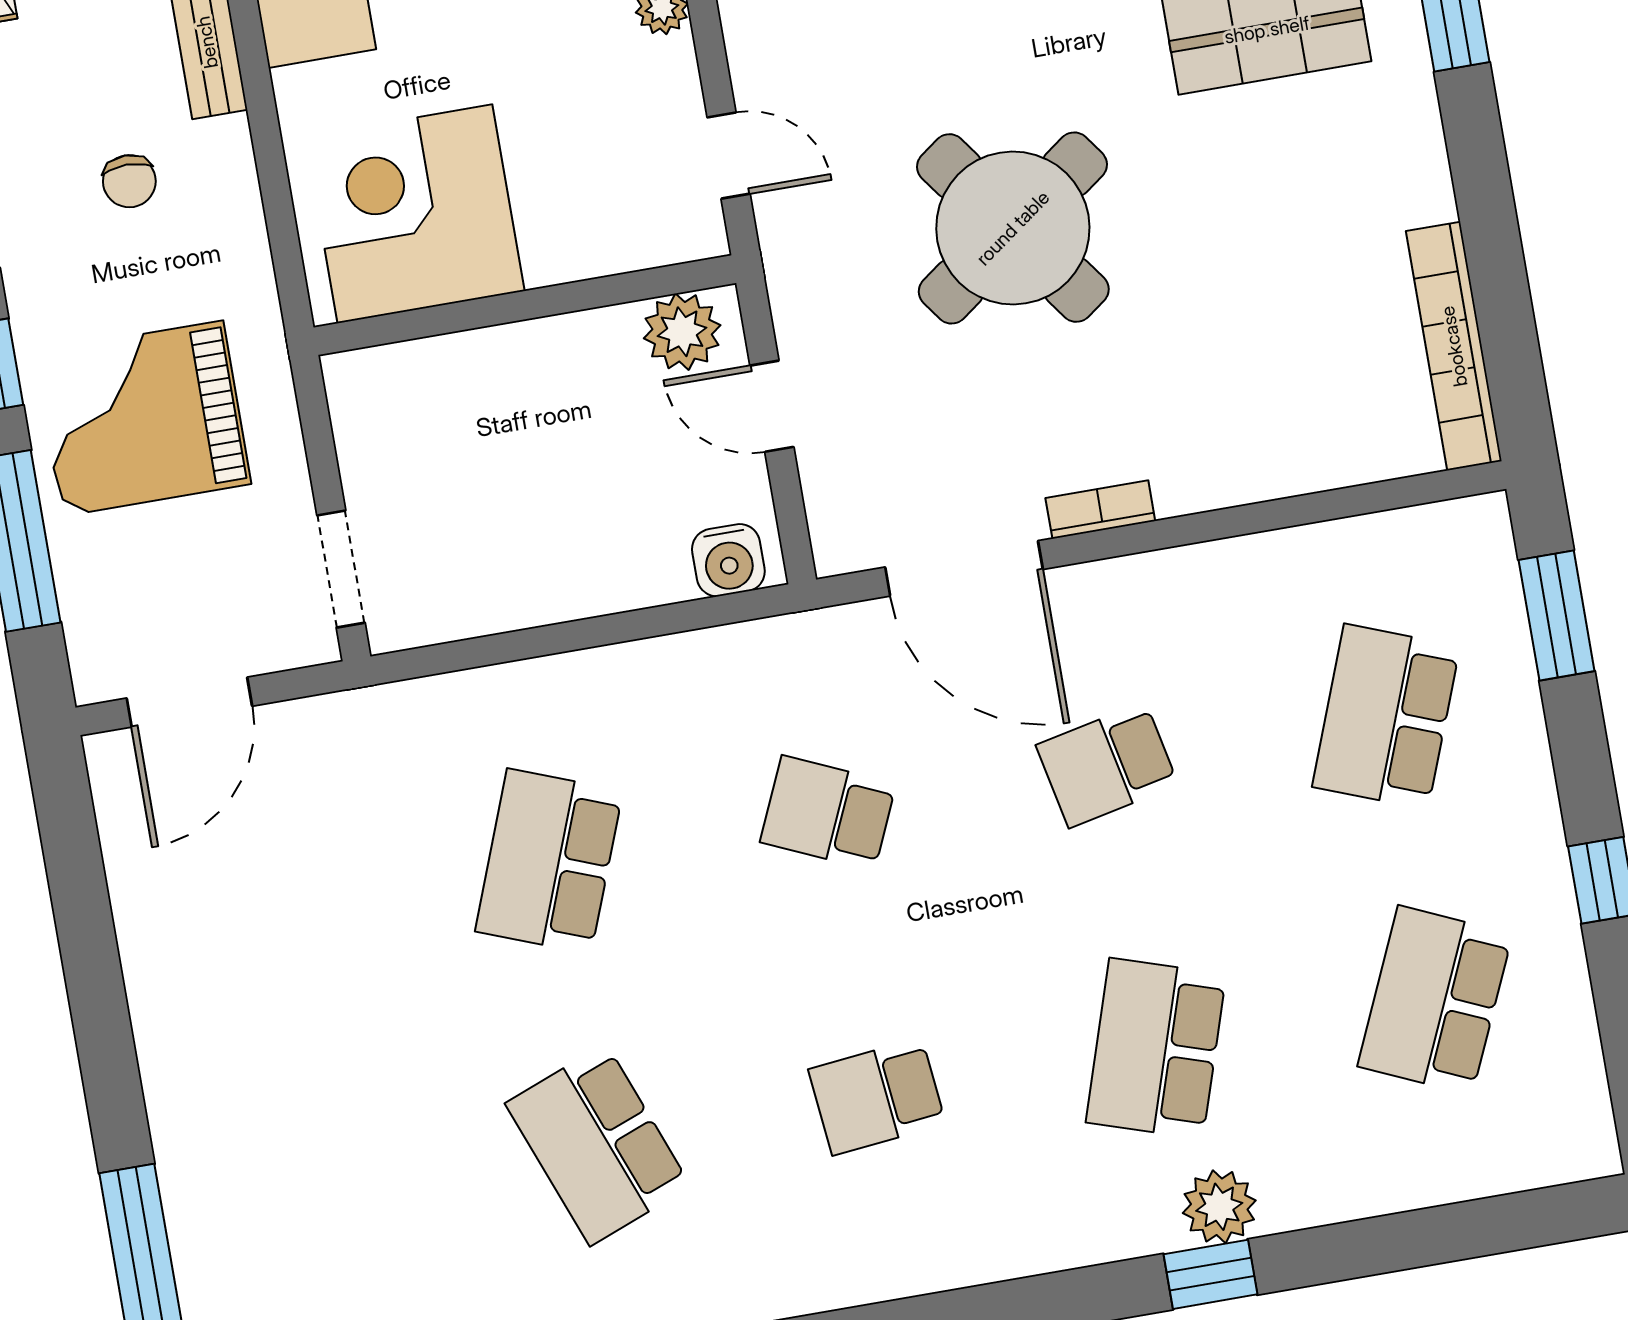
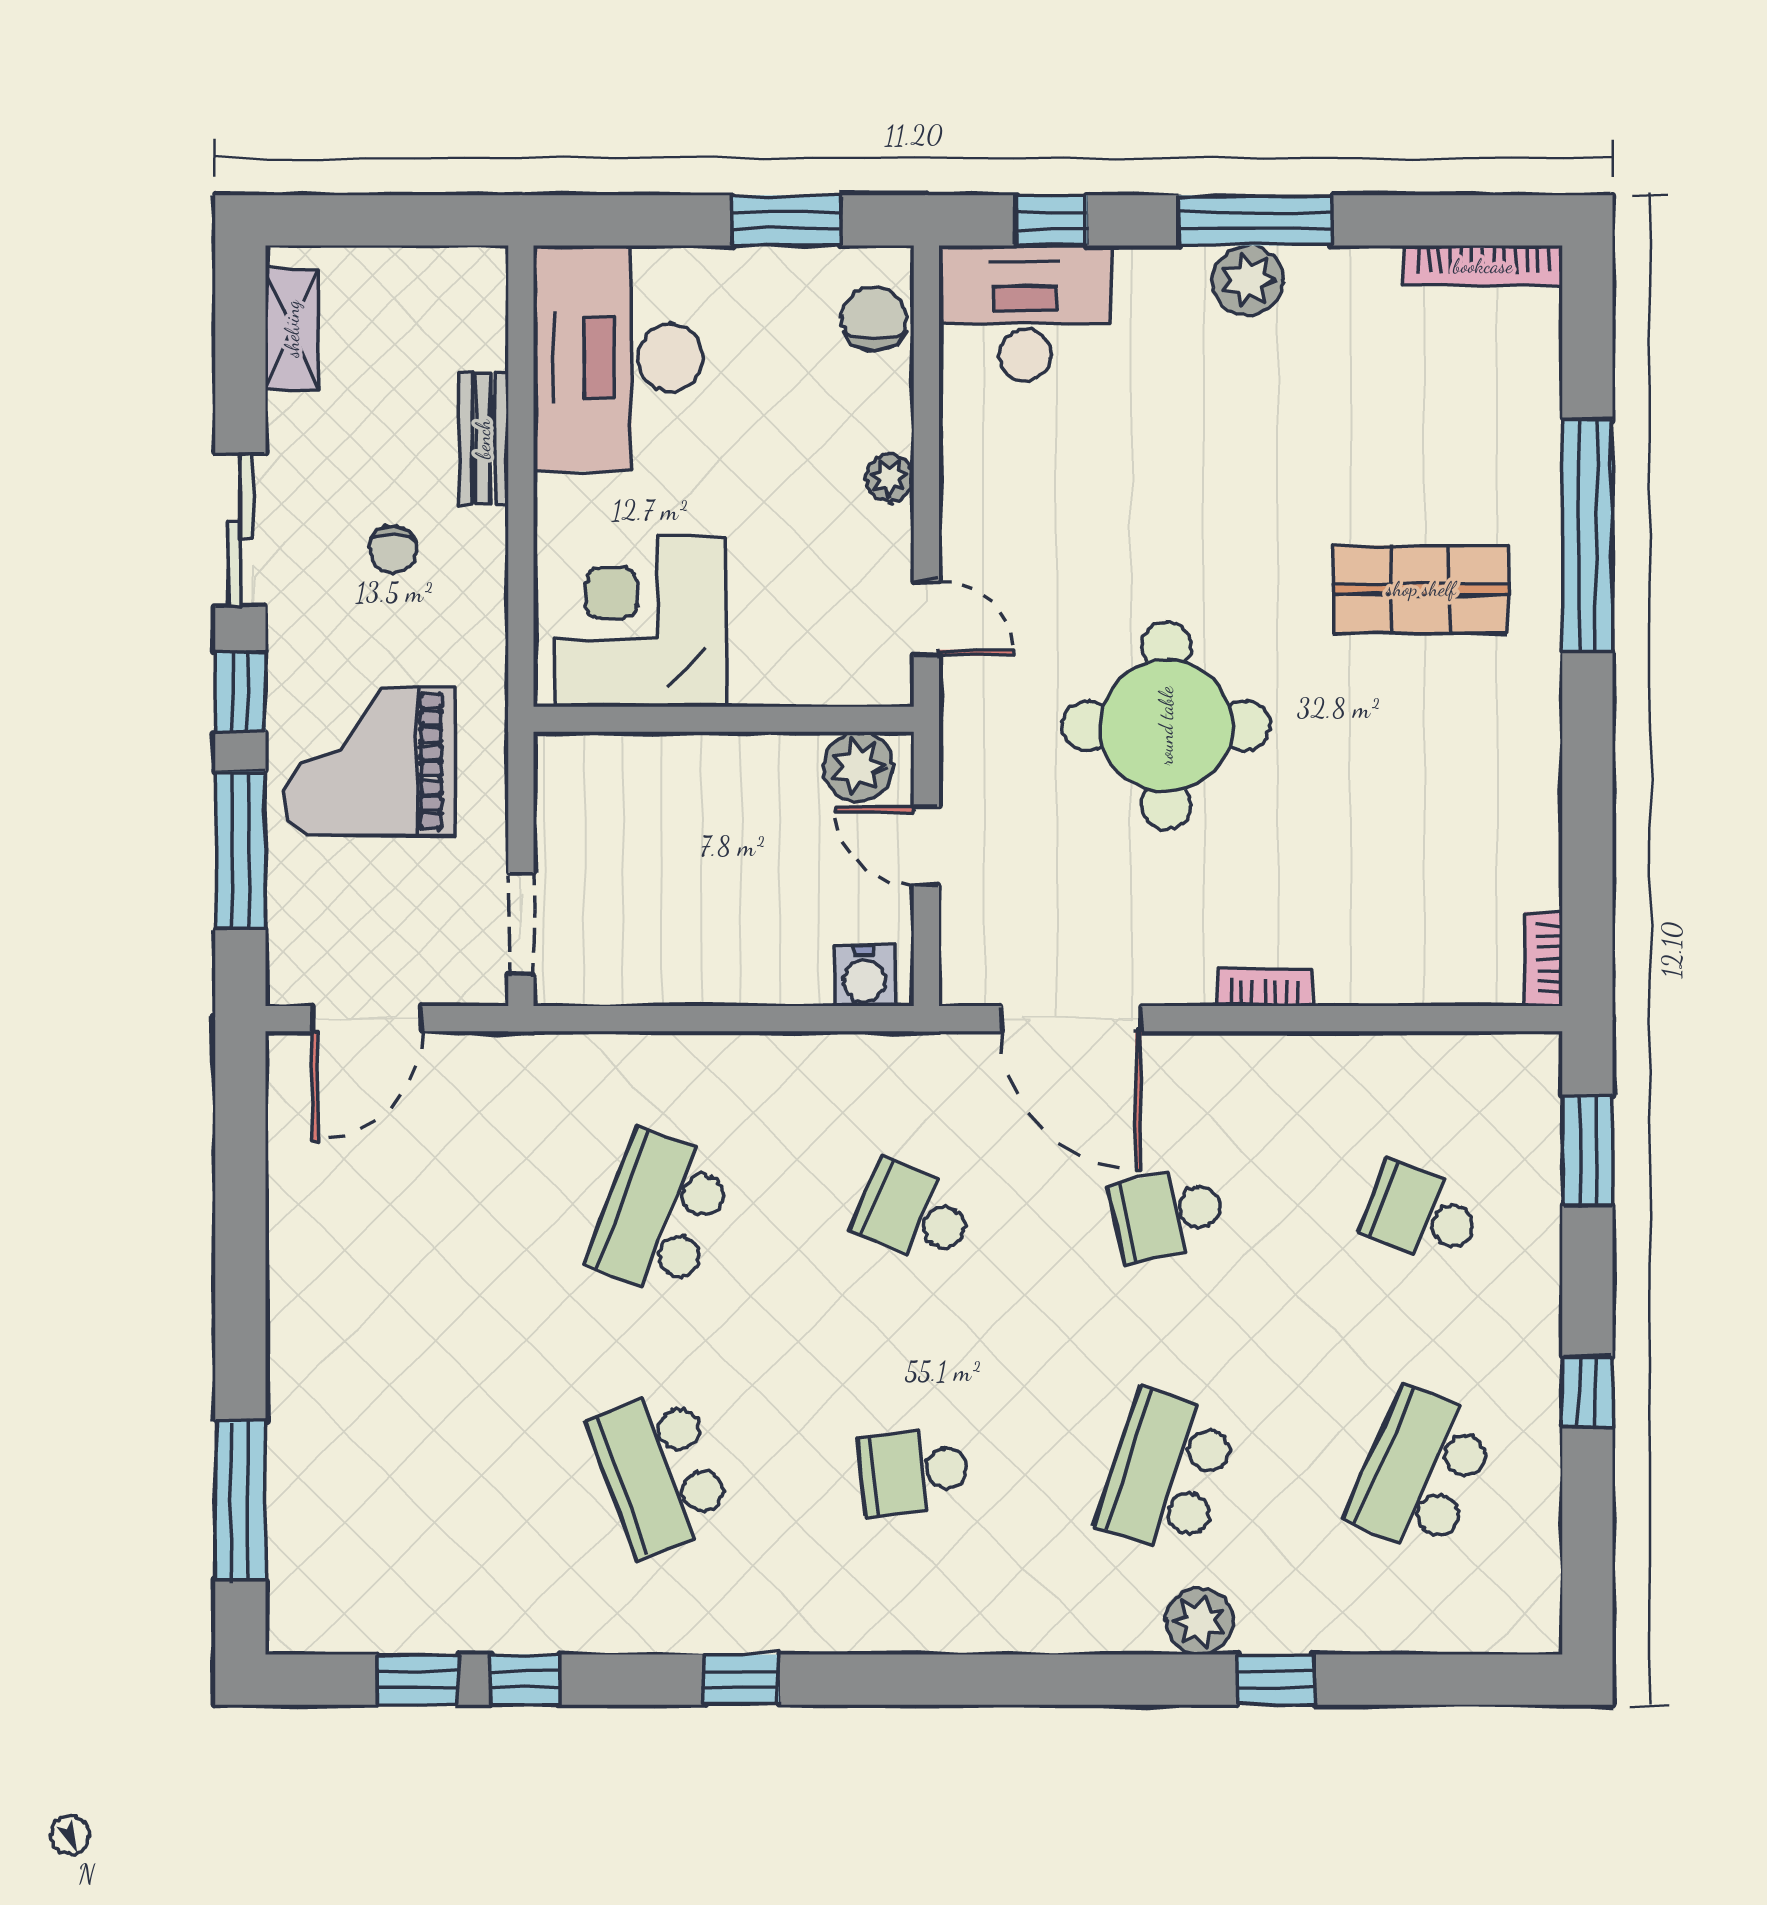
round table: (1013, 228) -> (1166, 726), turned 36
bookcase: (1454, 346) -> (1544, 959), width x0.43, depth x0.76
bookcase: (1100, 509) -> (1264, 987), moved
school desk: (1386, 717) -> (1421, 1214), width x0.54
window: (1210, 1274) -> (1276, 1680), moved

